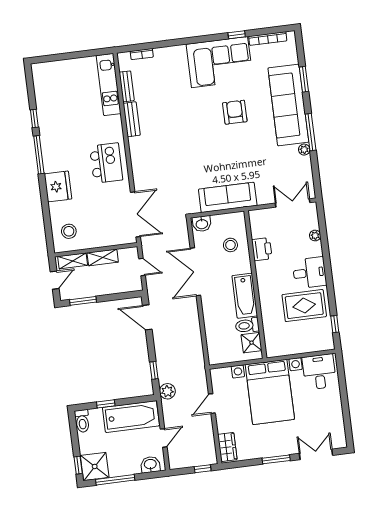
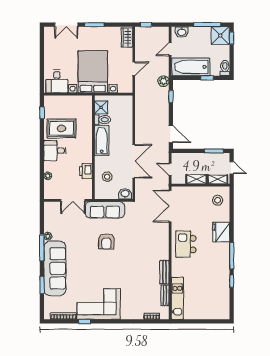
armchair: (235, 112) -> (106, 241), moved
double door: (293, 203) -> (73, 200), moved
door: (55, 280) -> (232, 168), swing flipped

